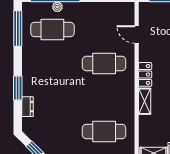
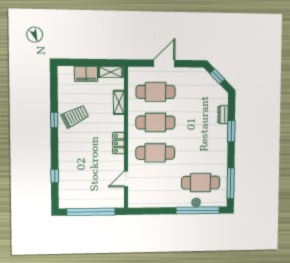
door: (137, 34) -> (126, 179), swing flipped
cafe table: (104, 97) -> (155, 123), added
shelving: (145, 101) -> (119, 102), moved

